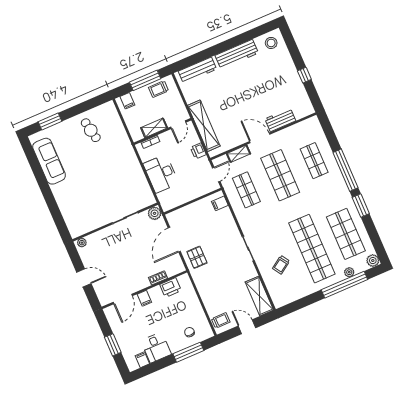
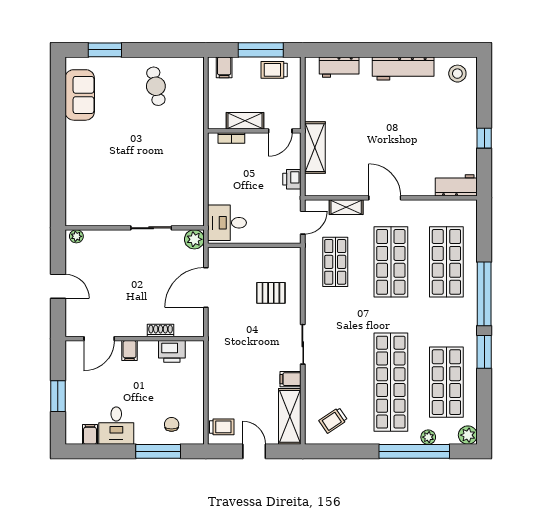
workbench: (197, 70) -> (339, 67), width x0.73
workbench: (280, 120) -> (456, 185), moved
shelving: (204, 126) -> (315, 148), width x0.68
sofa: (49, 161) -> (80, 95), width x0.73
shop shelf: (314, 161) -> (446, 262), width x1.43, depth x1.36
desk: (161, 174) -> (227, 223), moved, width x0.73
filing cabinet: (220, 203) -> (291, 379), moved
pallet: (197, 257) -> (271, 293), moved, turned 90
trolley: (281, 265) -> (333, 420), moved

